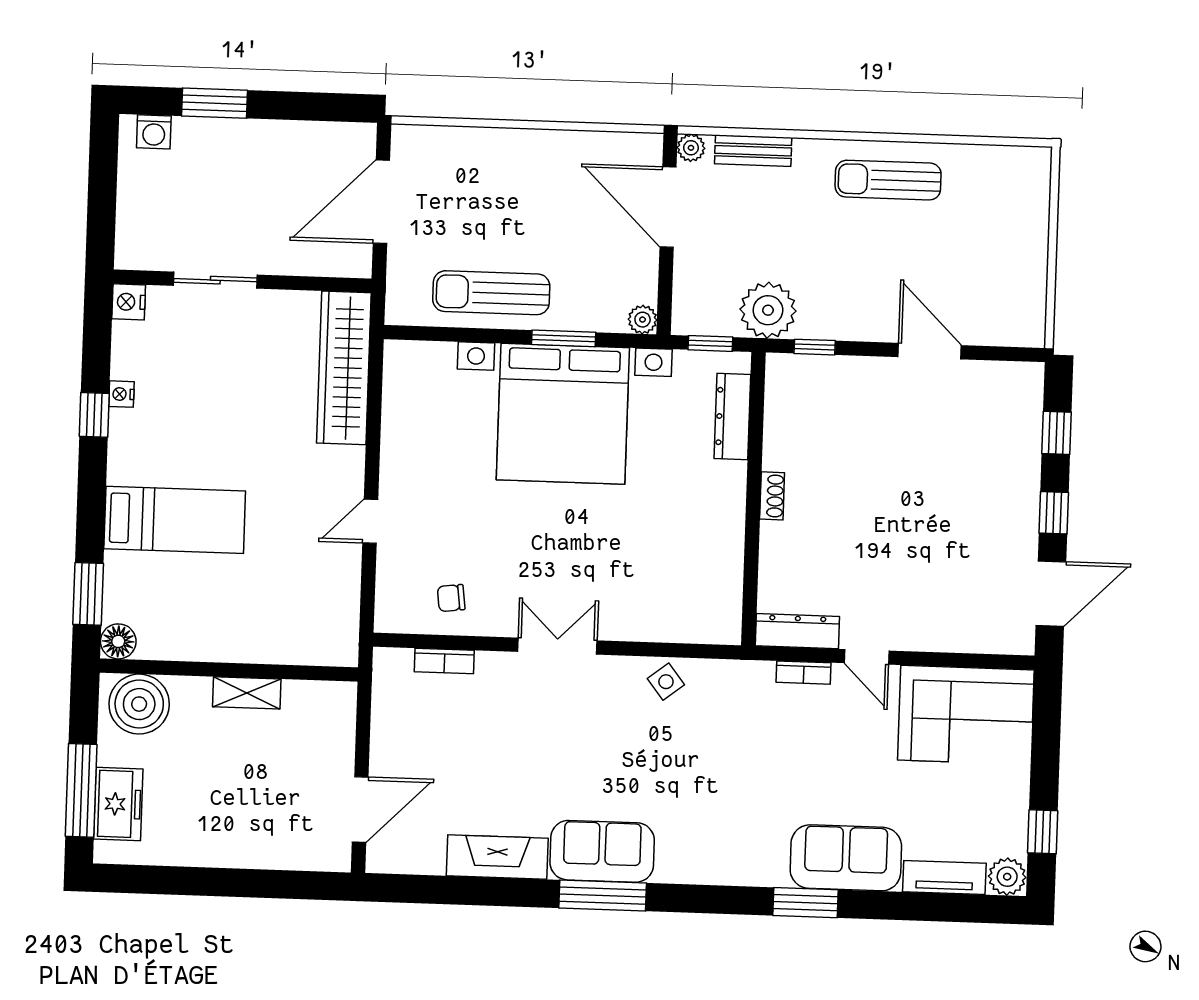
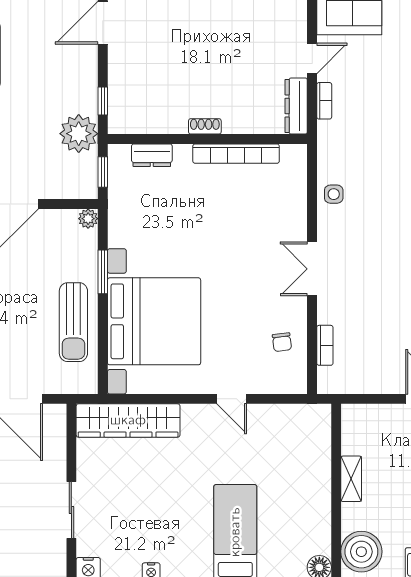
bed with nightstands: (563, 414) -> (154, 321), moved
dresser: (732, 416) -> (152, 155), width x0.70
bookcase: (730, 540) -> (236, 154), added
side table: (666, 682) -> (334, 194), turned 38

